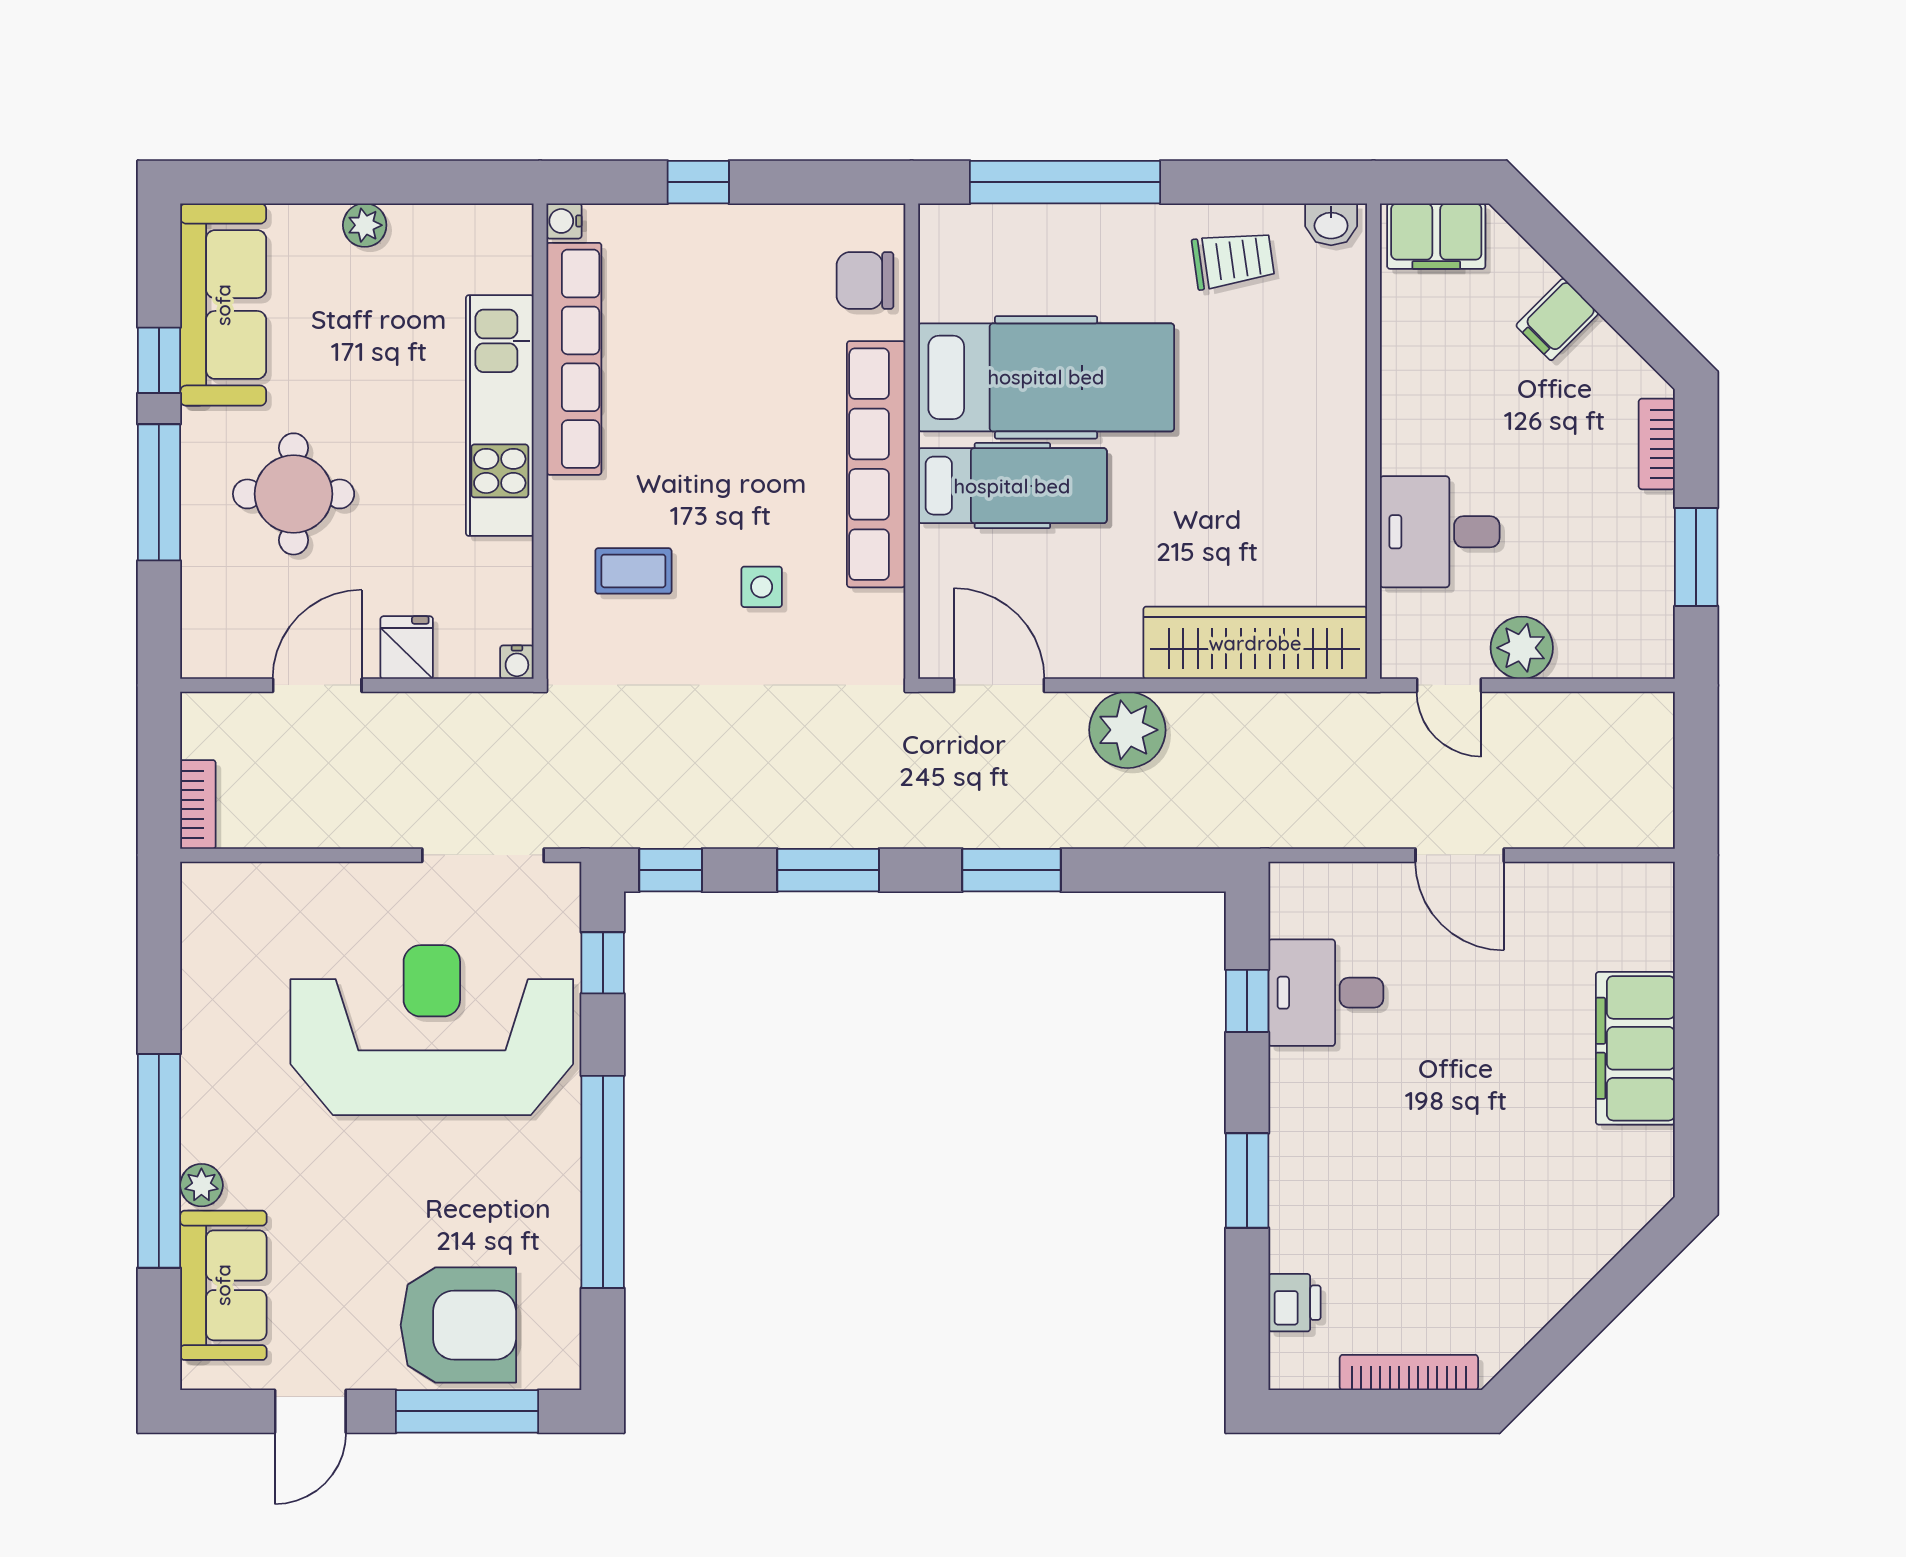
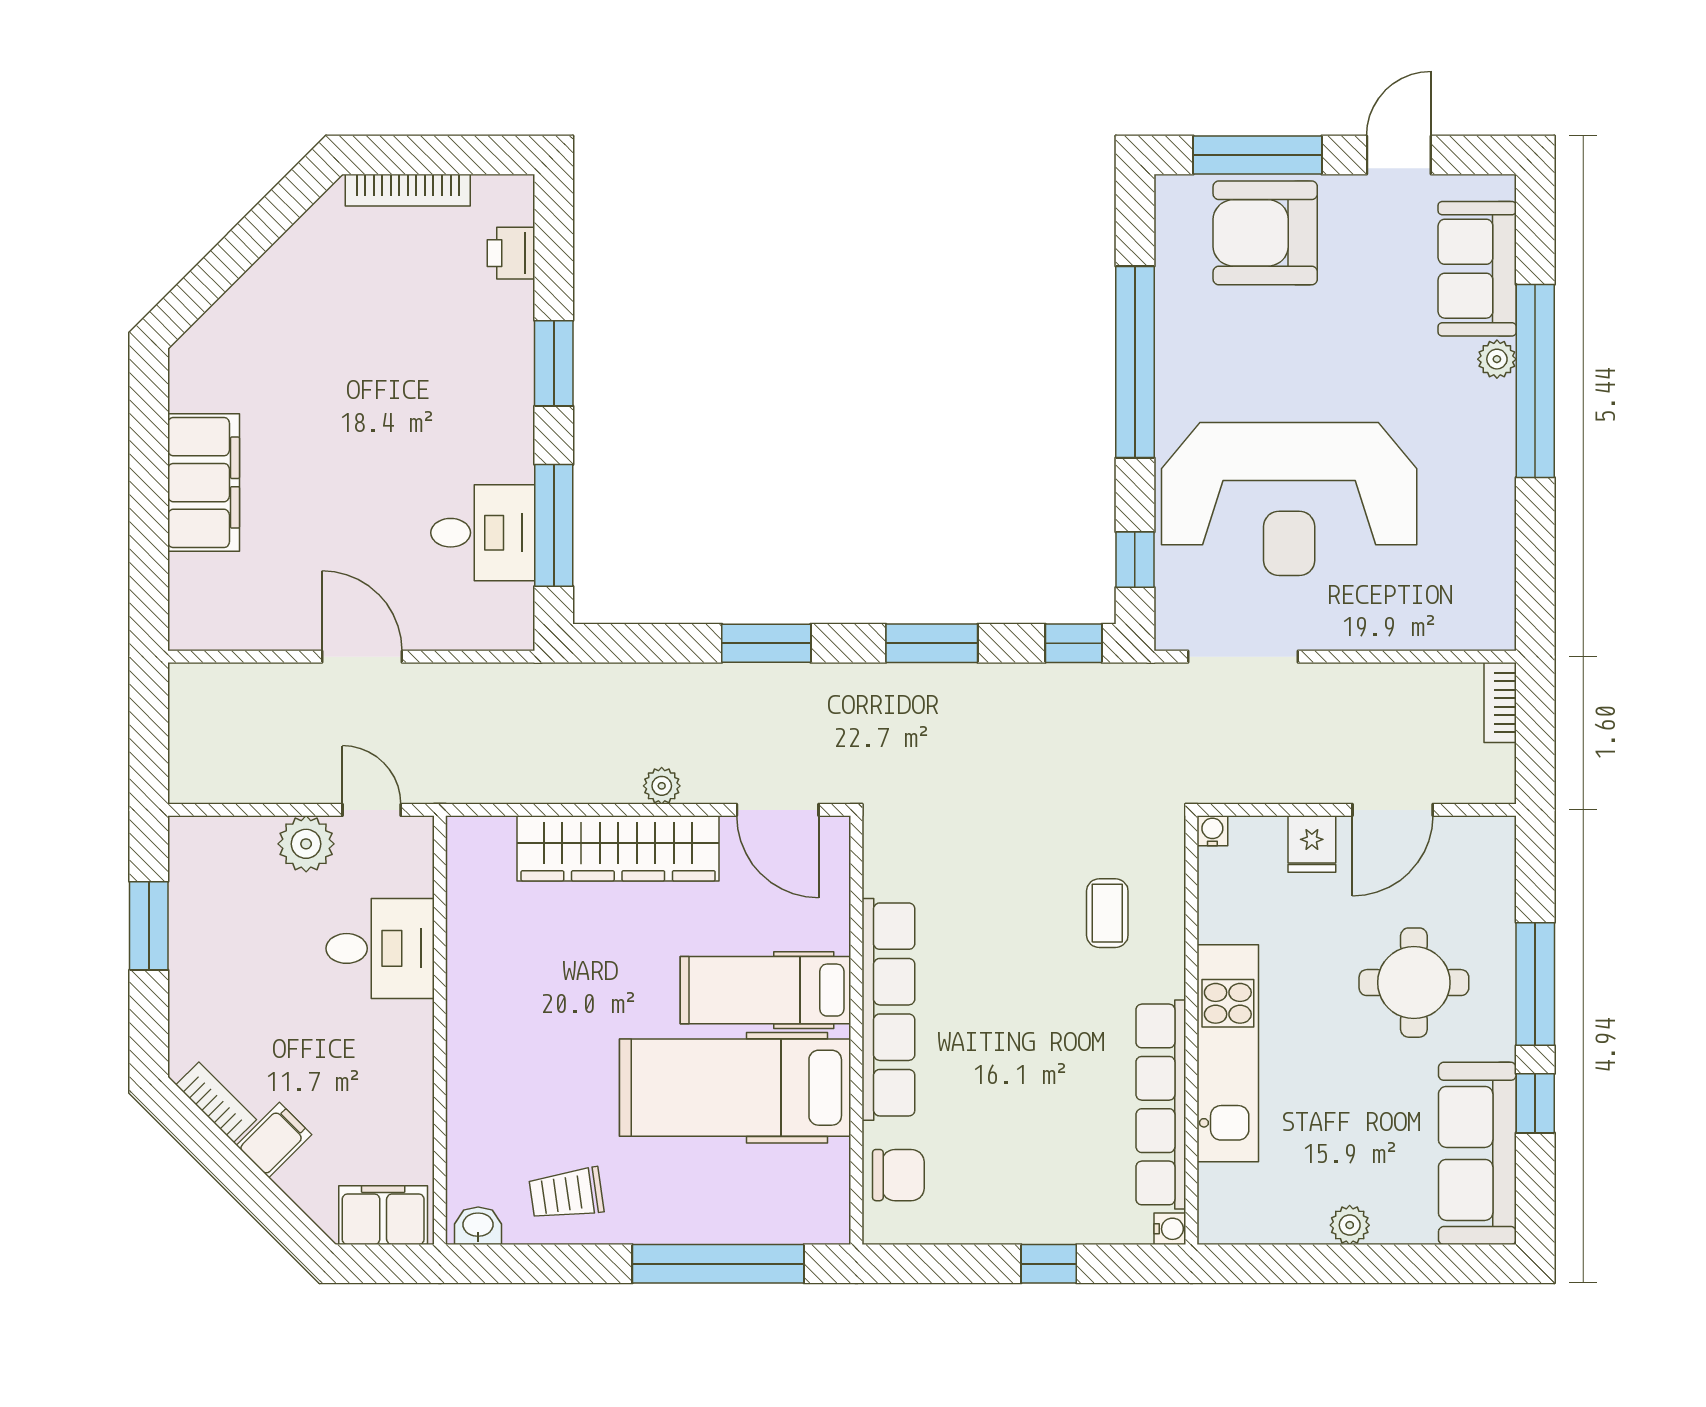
bookcase: (1657, 444) -> (216, 1102), moved, turned -45
coffee table: (633, 571) -> (1107, 913), turned 90
side table: (762, 587) -> (992, 899), removed
wardrobe: (1255, 643) -> (618, 848), moved
plant: (1127, 730) -> (662, 786), width x0.53, depth x0.53
window: (1247, 1001) -> (554, 525), width x2.17

